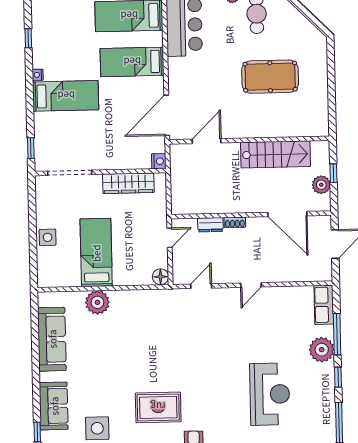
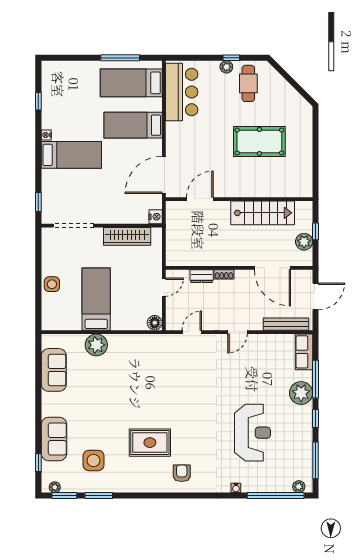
bench: (304, 275) -> (286, 324), added
sofa: (52, 339) -> (54, 370), width x0.73

